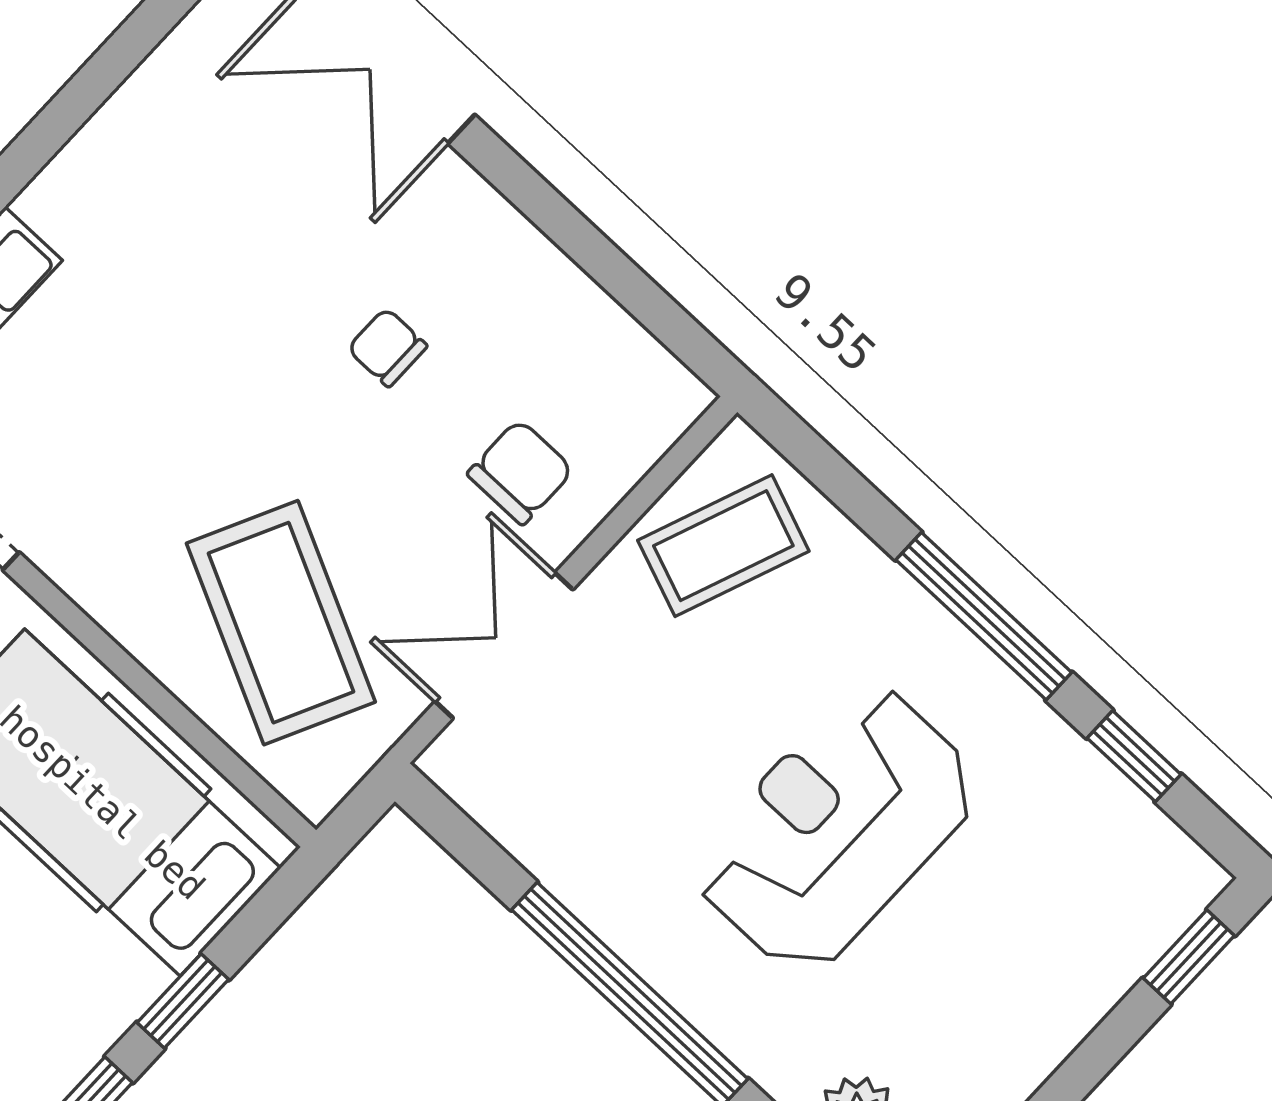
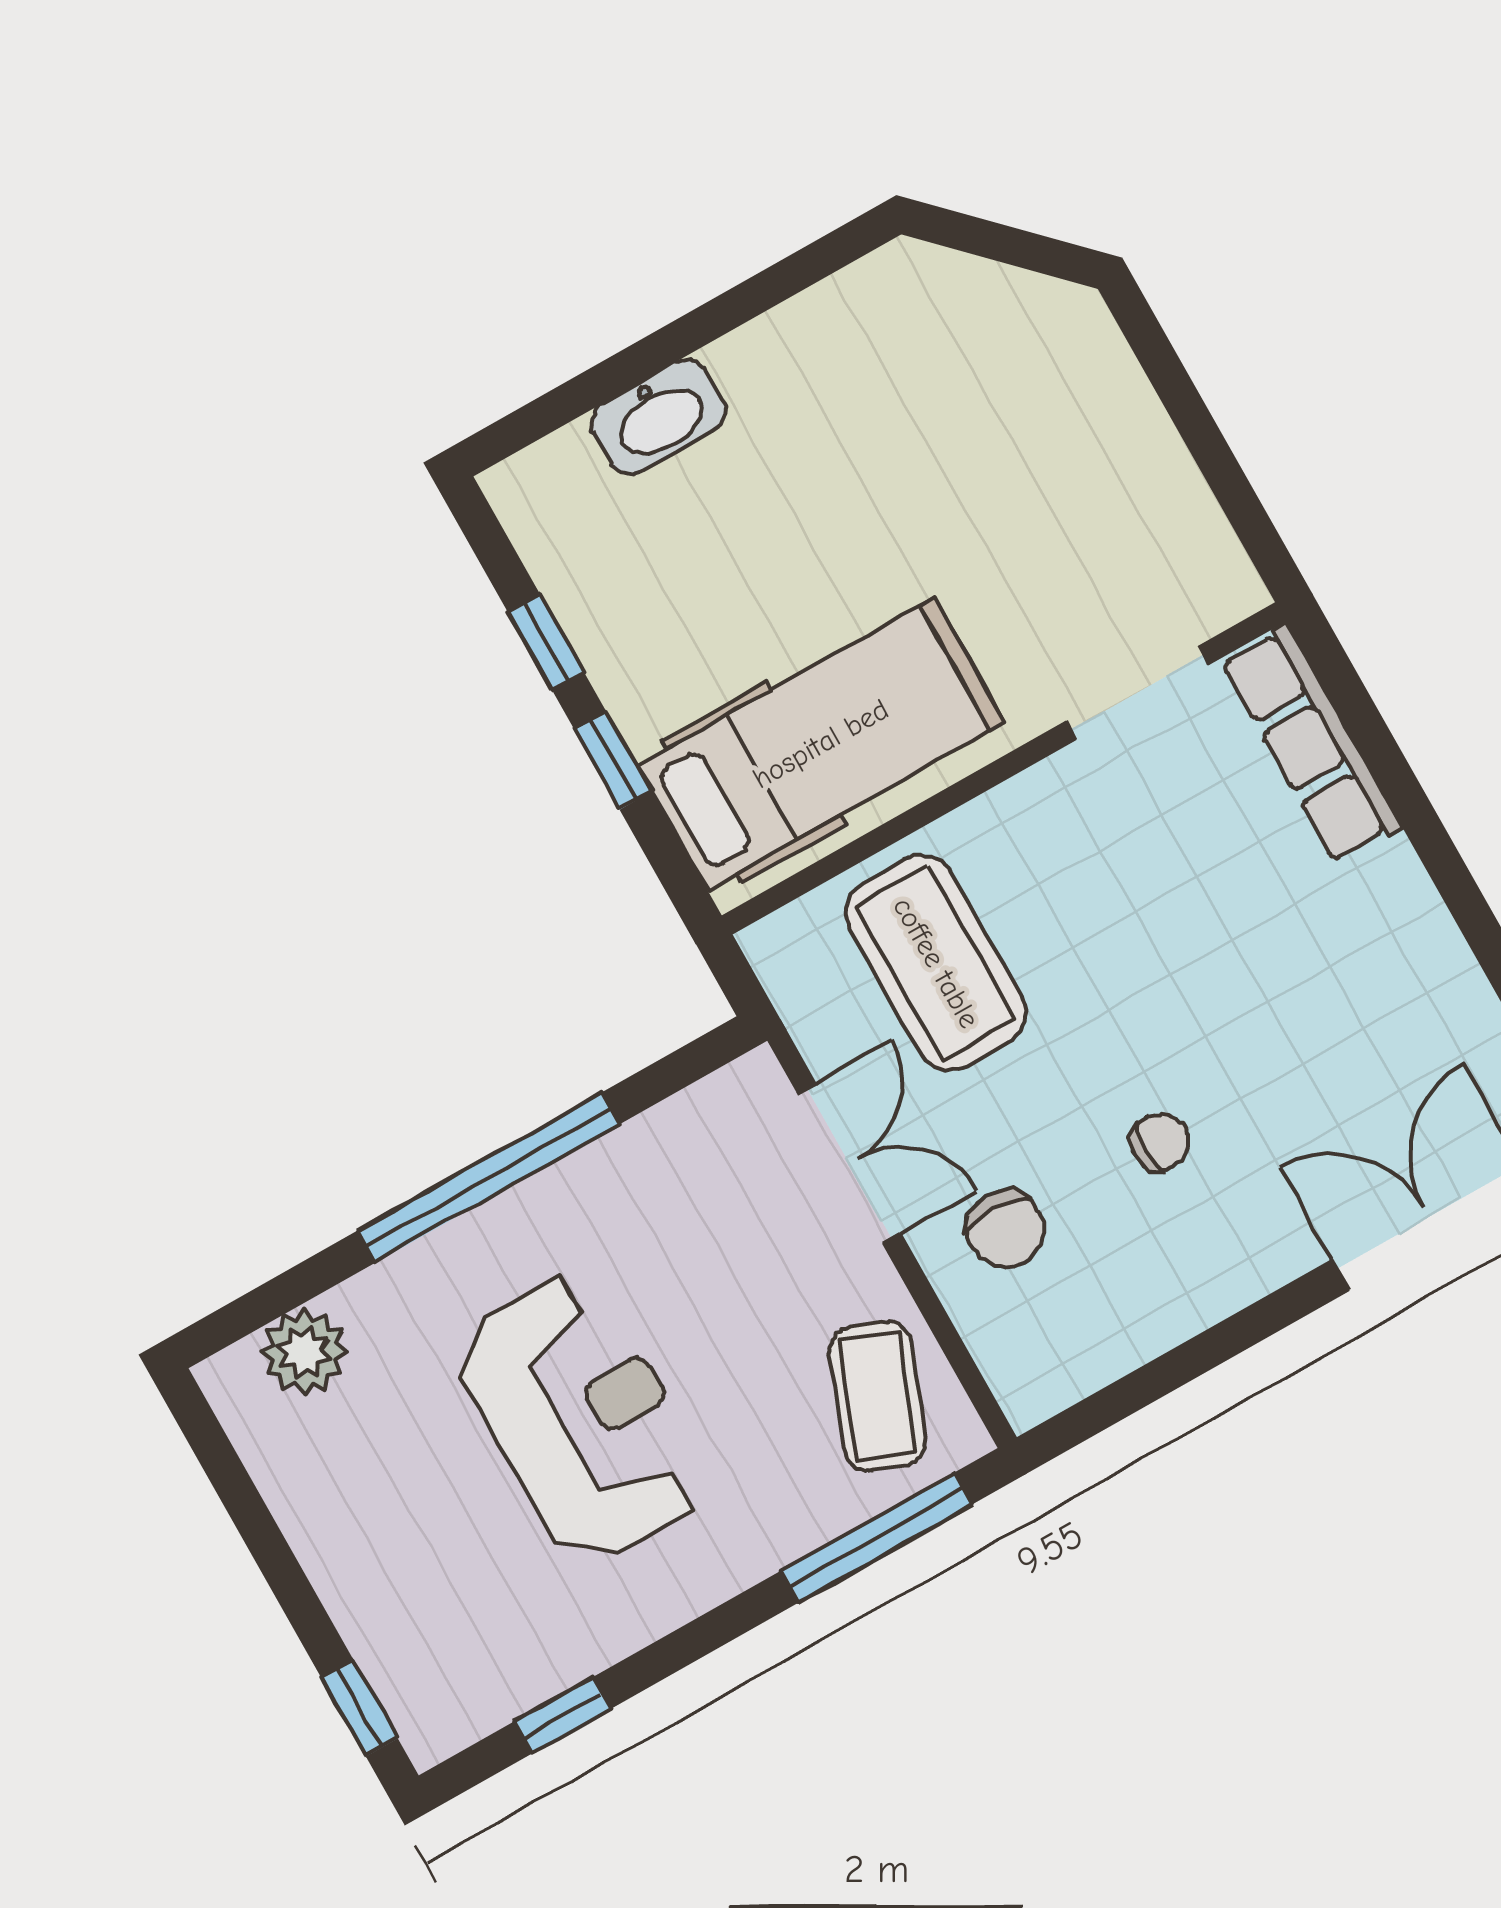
window: (984, 616) -> (877, 1537), moved
coffee table: (281, 623) -> (936, 963), turned 64

